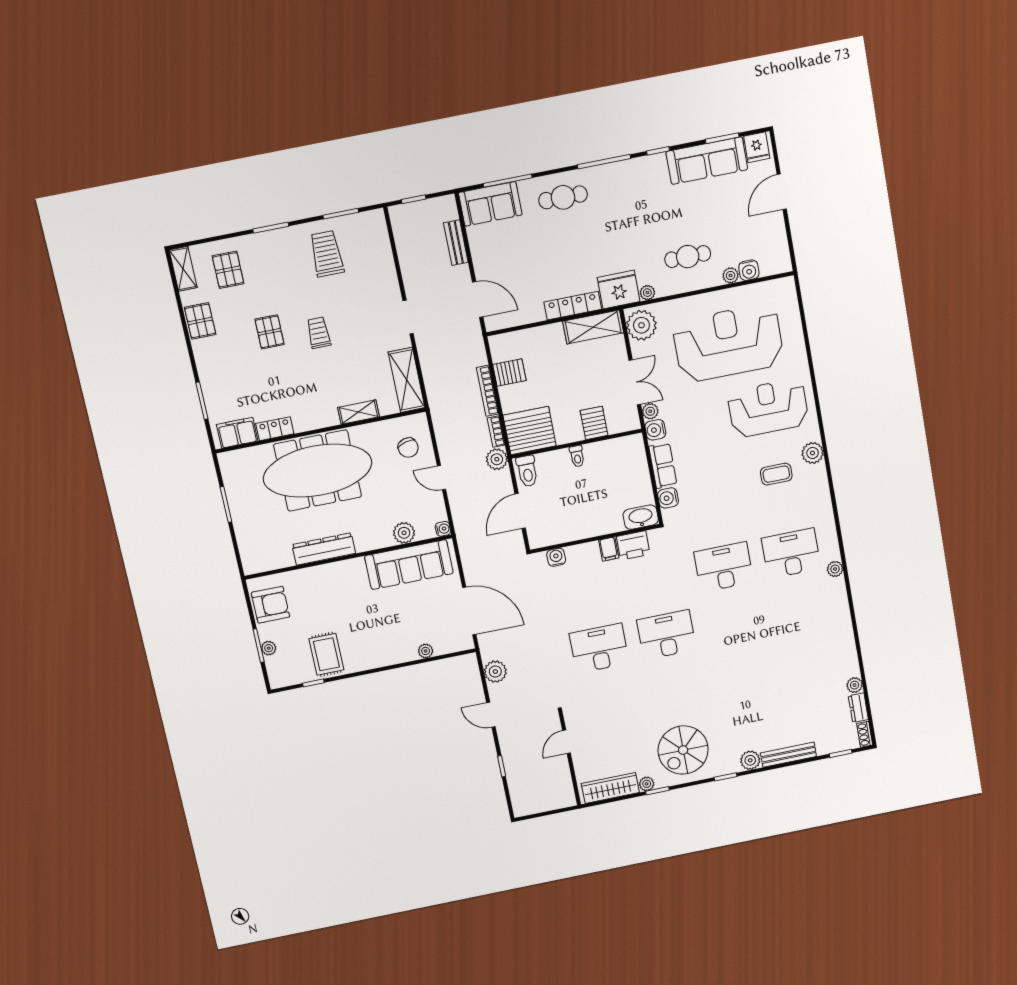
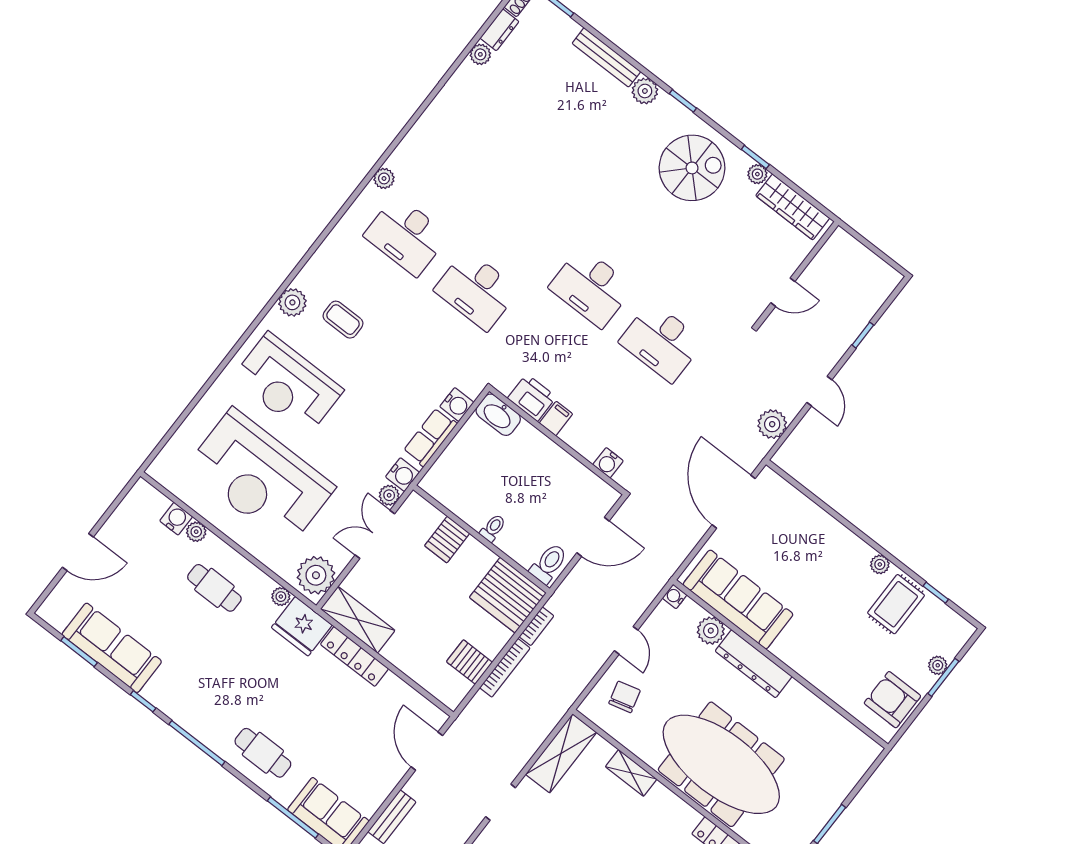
fridge: (757, 147) -> (59, 612), removed
plant: (497, 459) -> (562, 603), removed
dresser: (324, 549) -> (754, 664), moved
plant: (426, 651) -> (880, 564), moved

